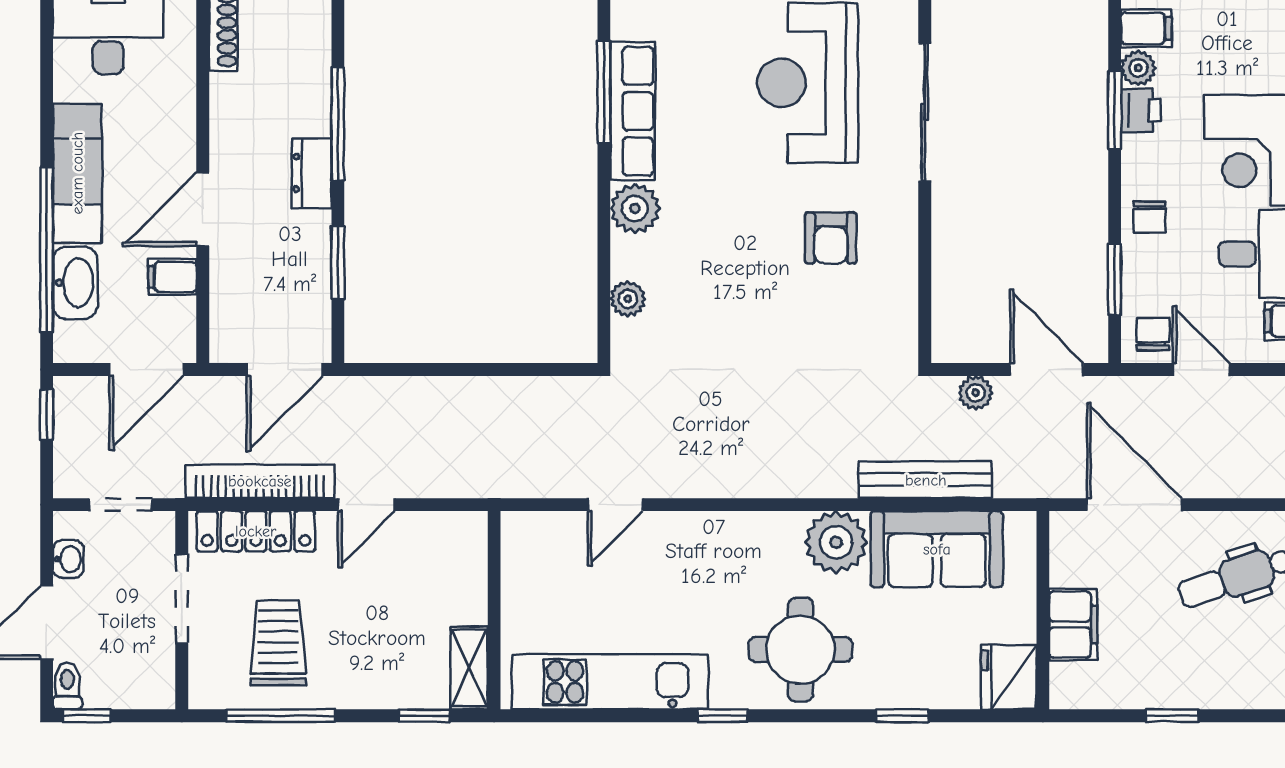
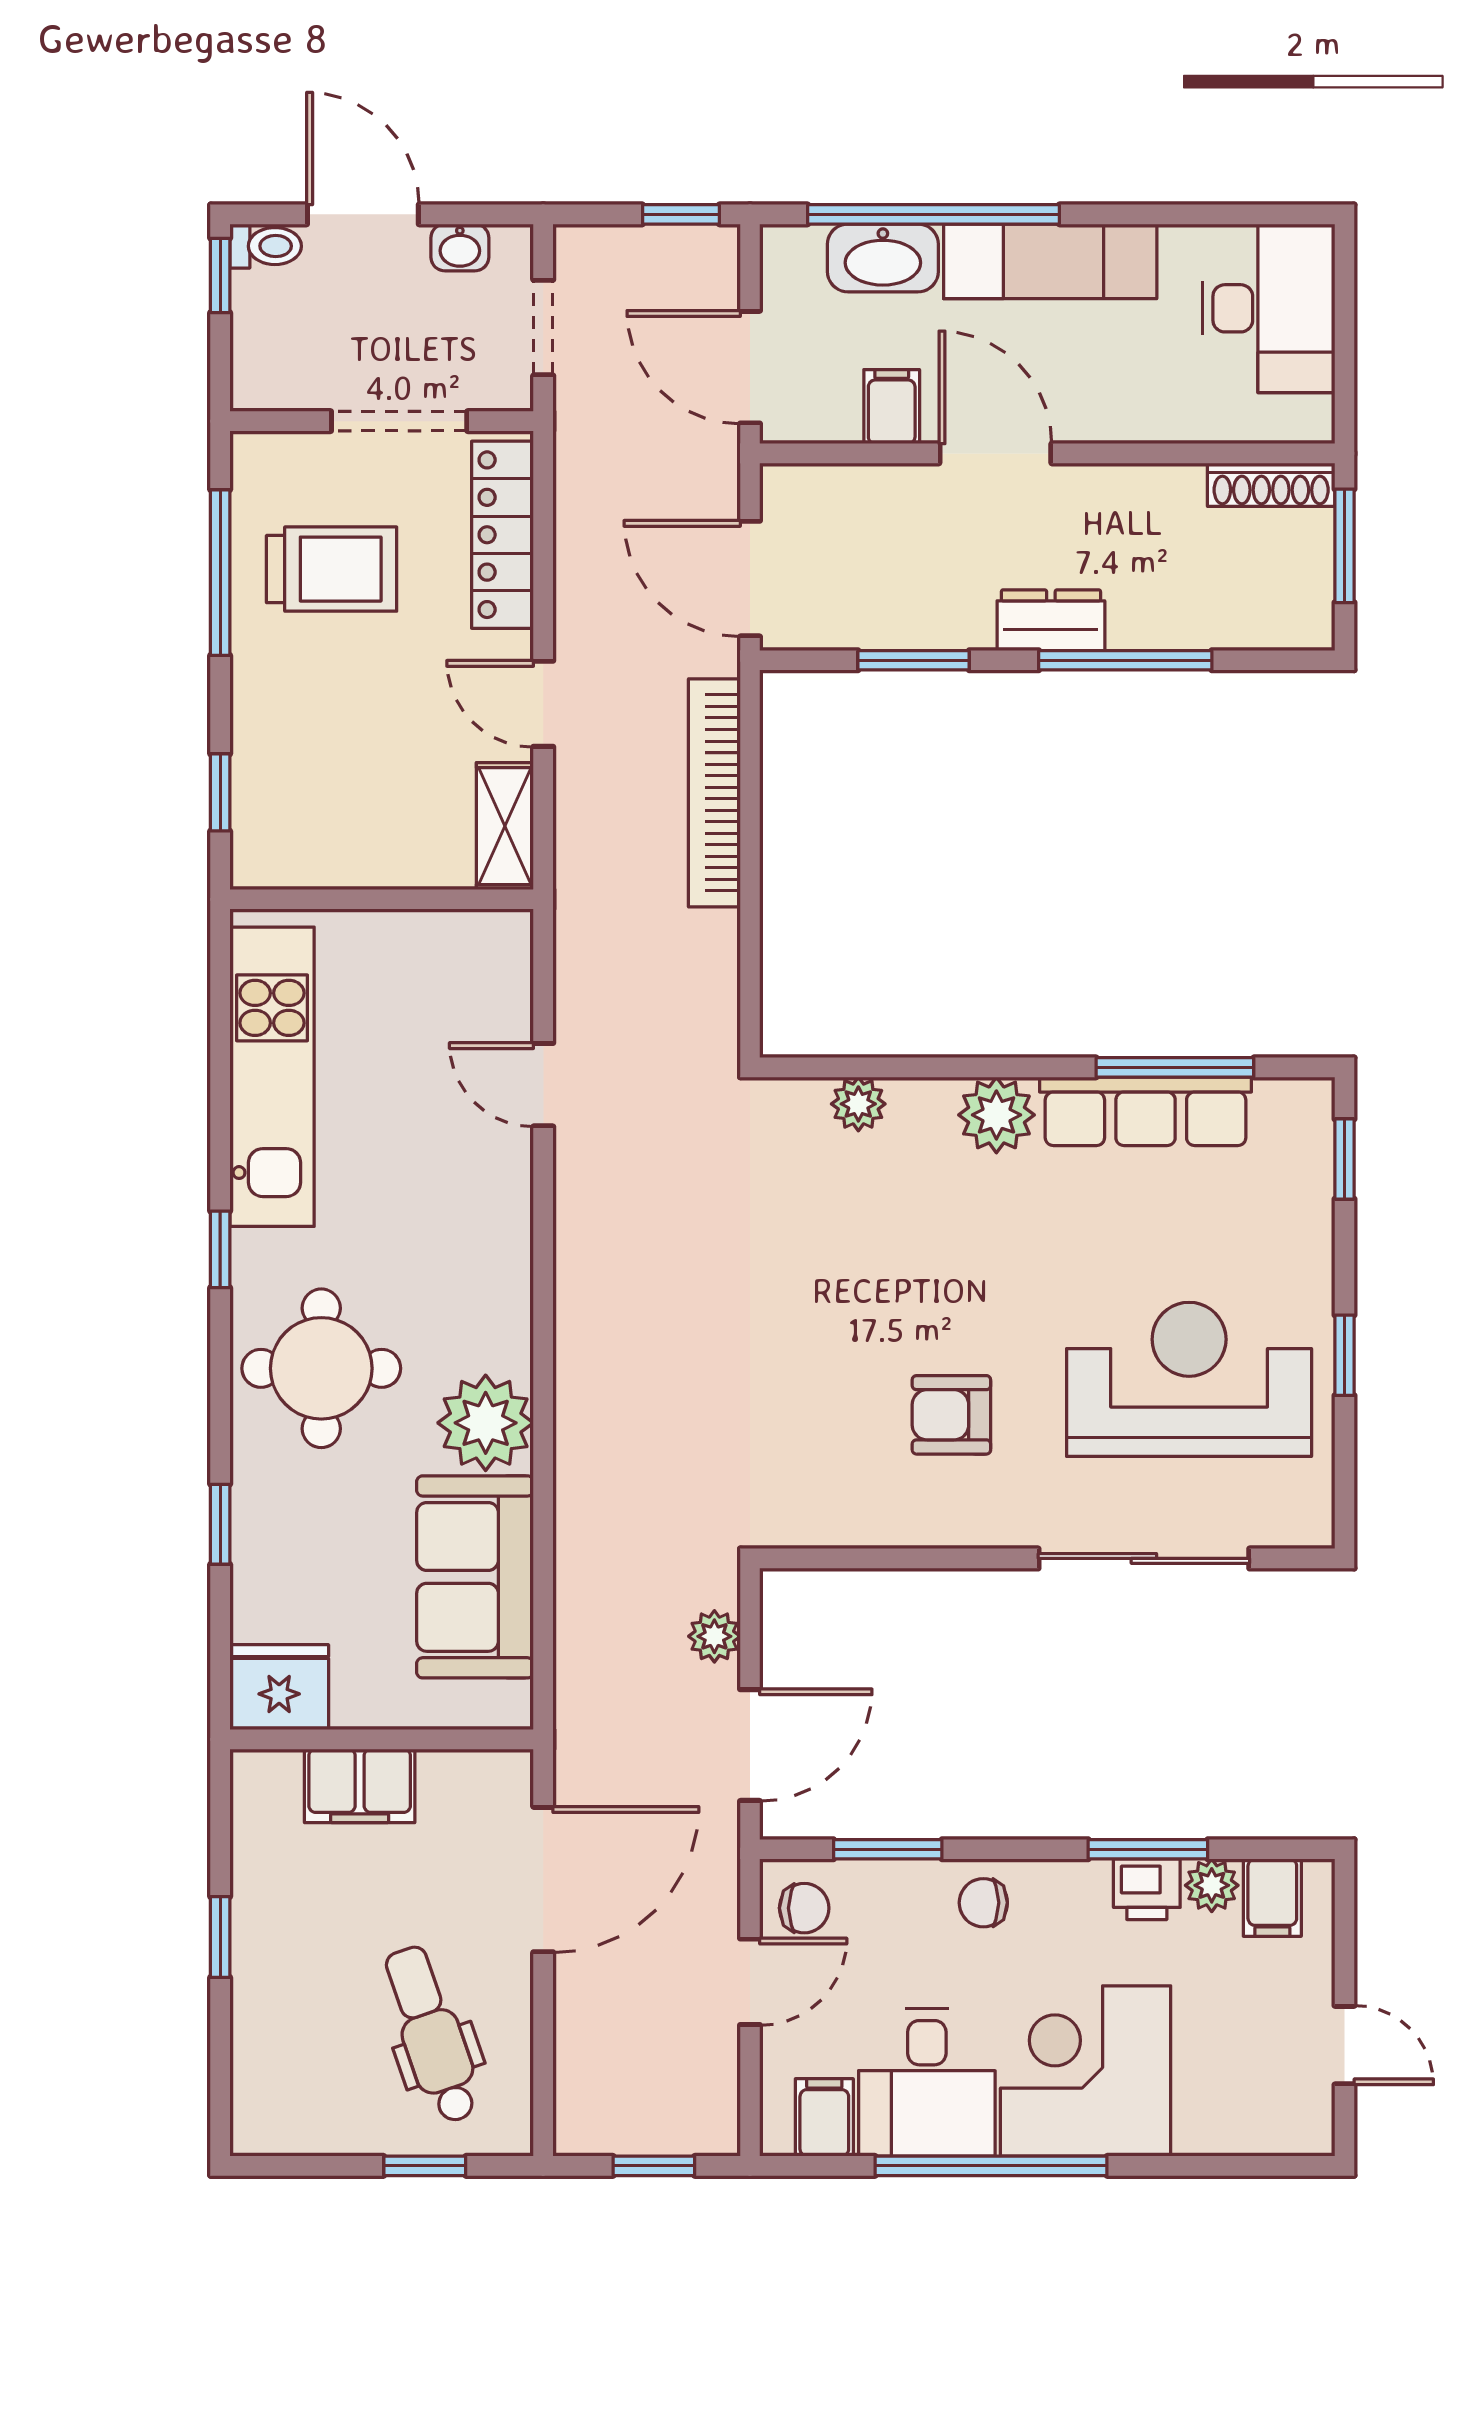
bench: (926, 480) -> (581, 1560), removed
bookcase: (260, 481) -> (714, 793), moved, turned 180
shelving: (469, 668) -> (505, 826), moved, turned 90

